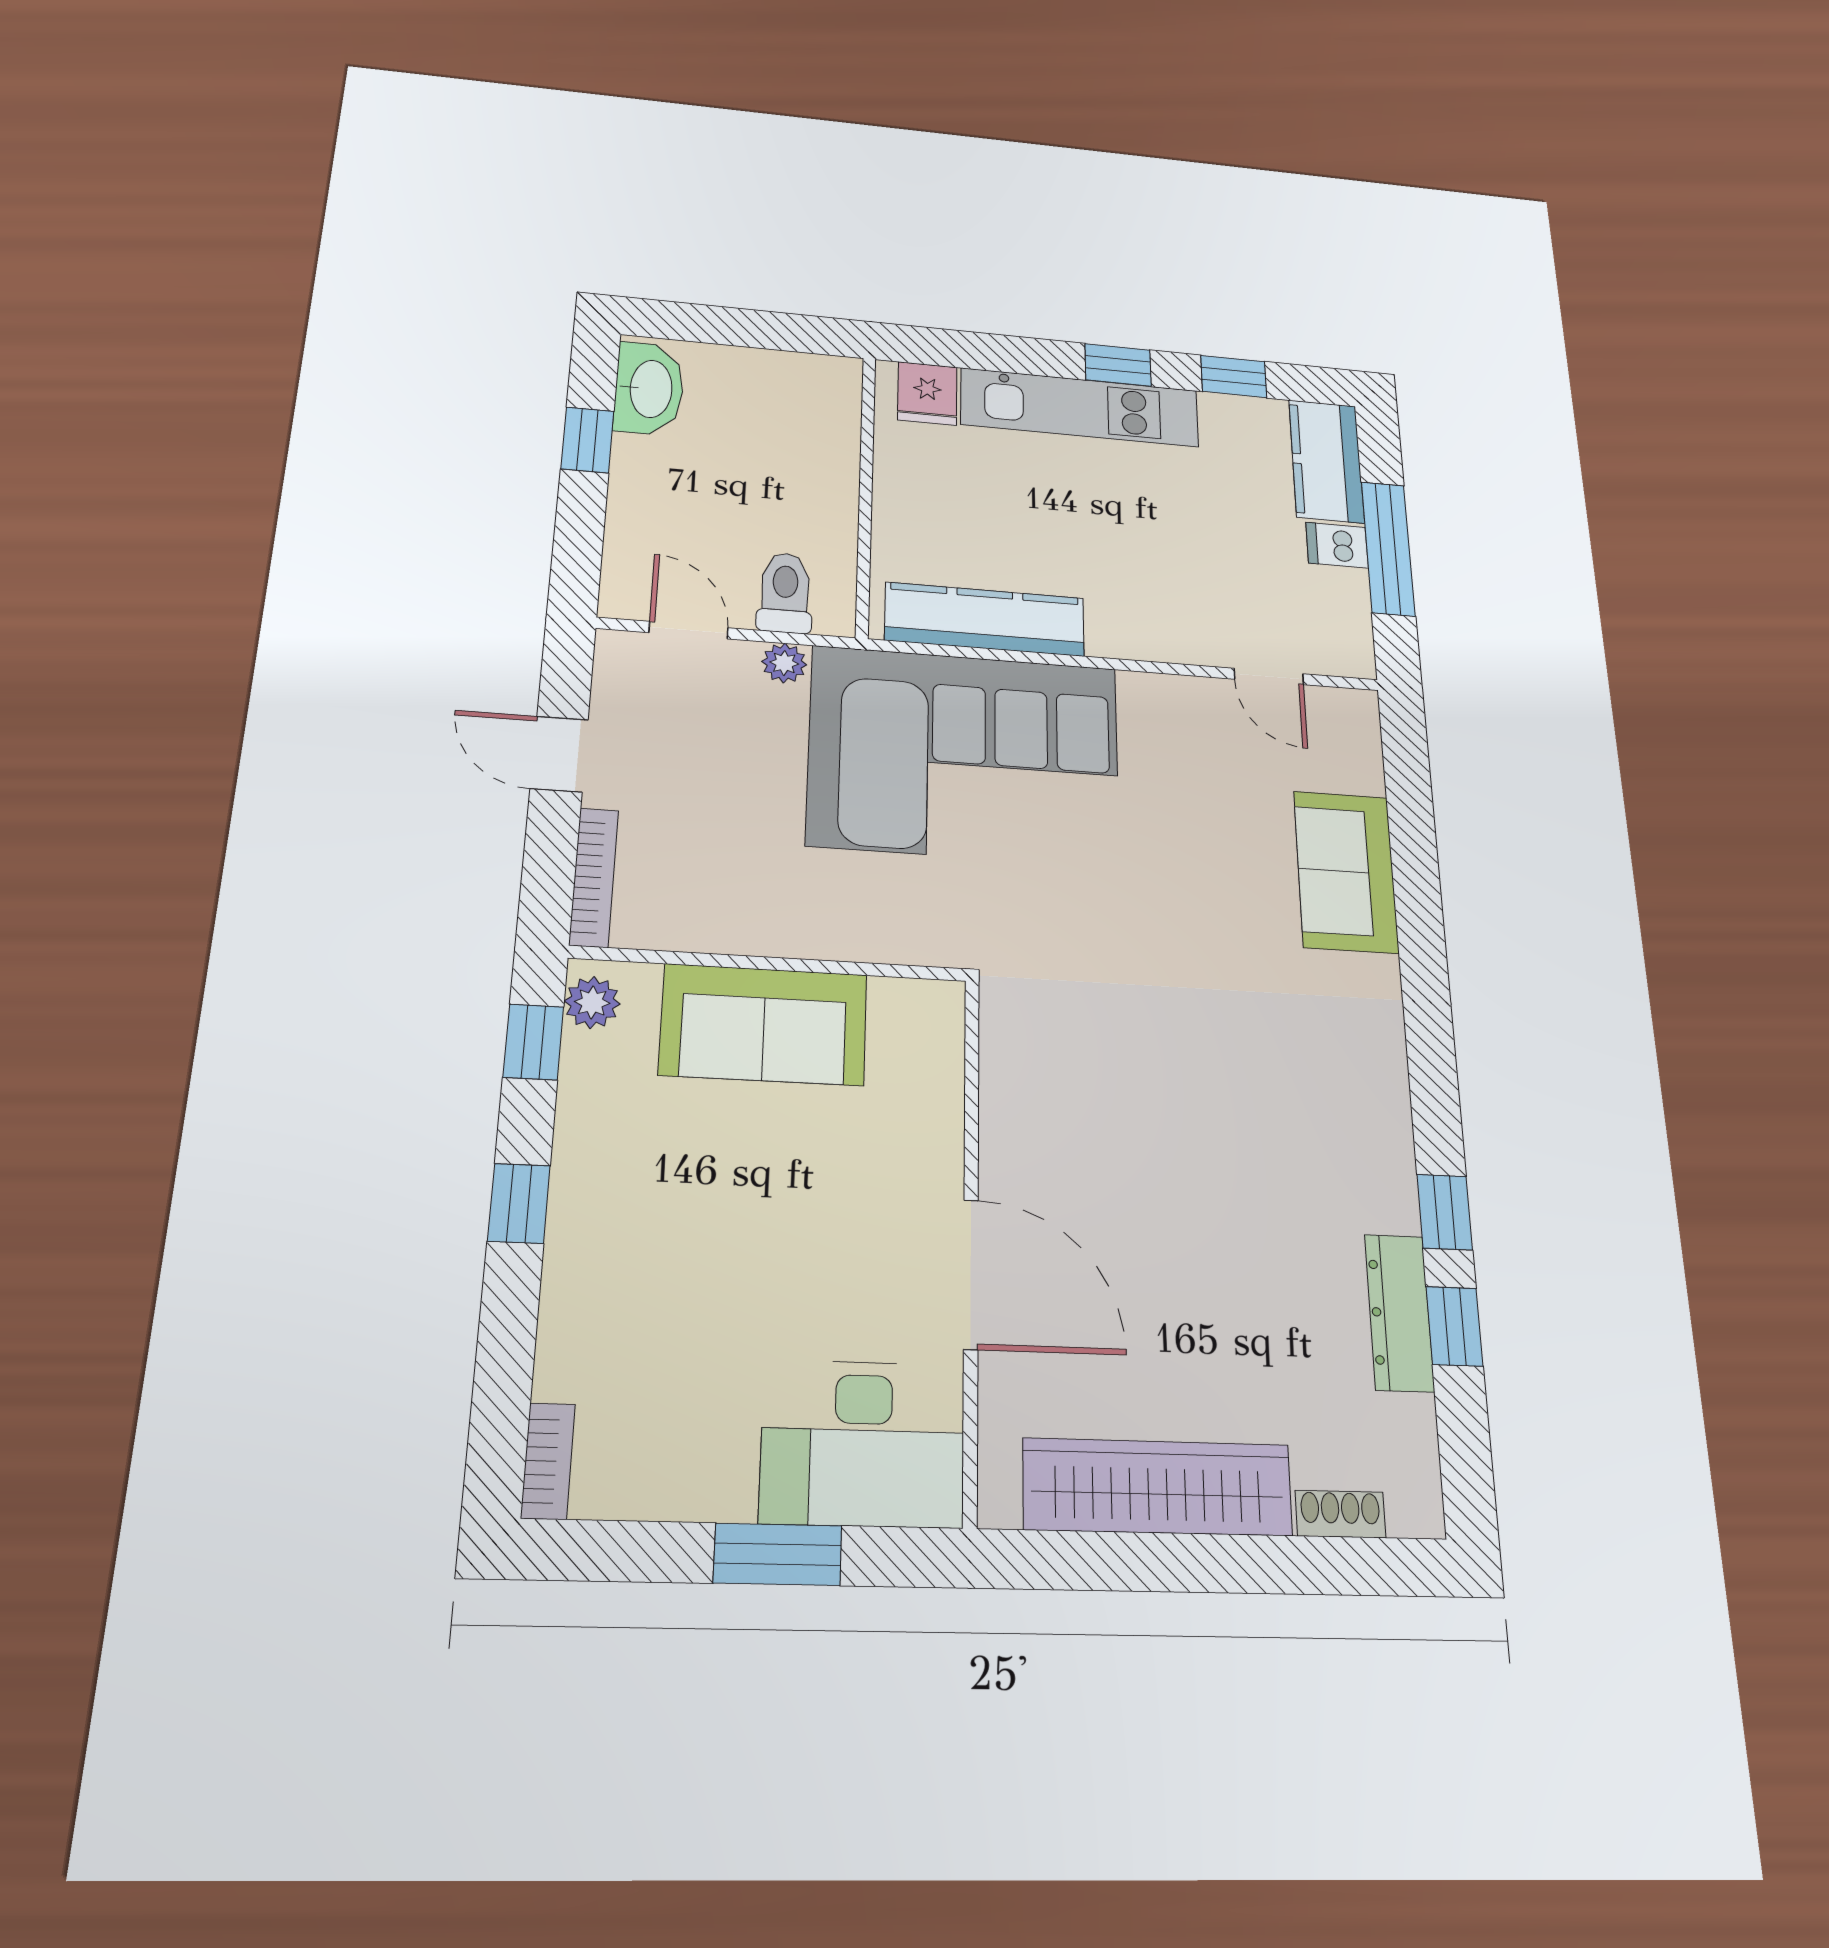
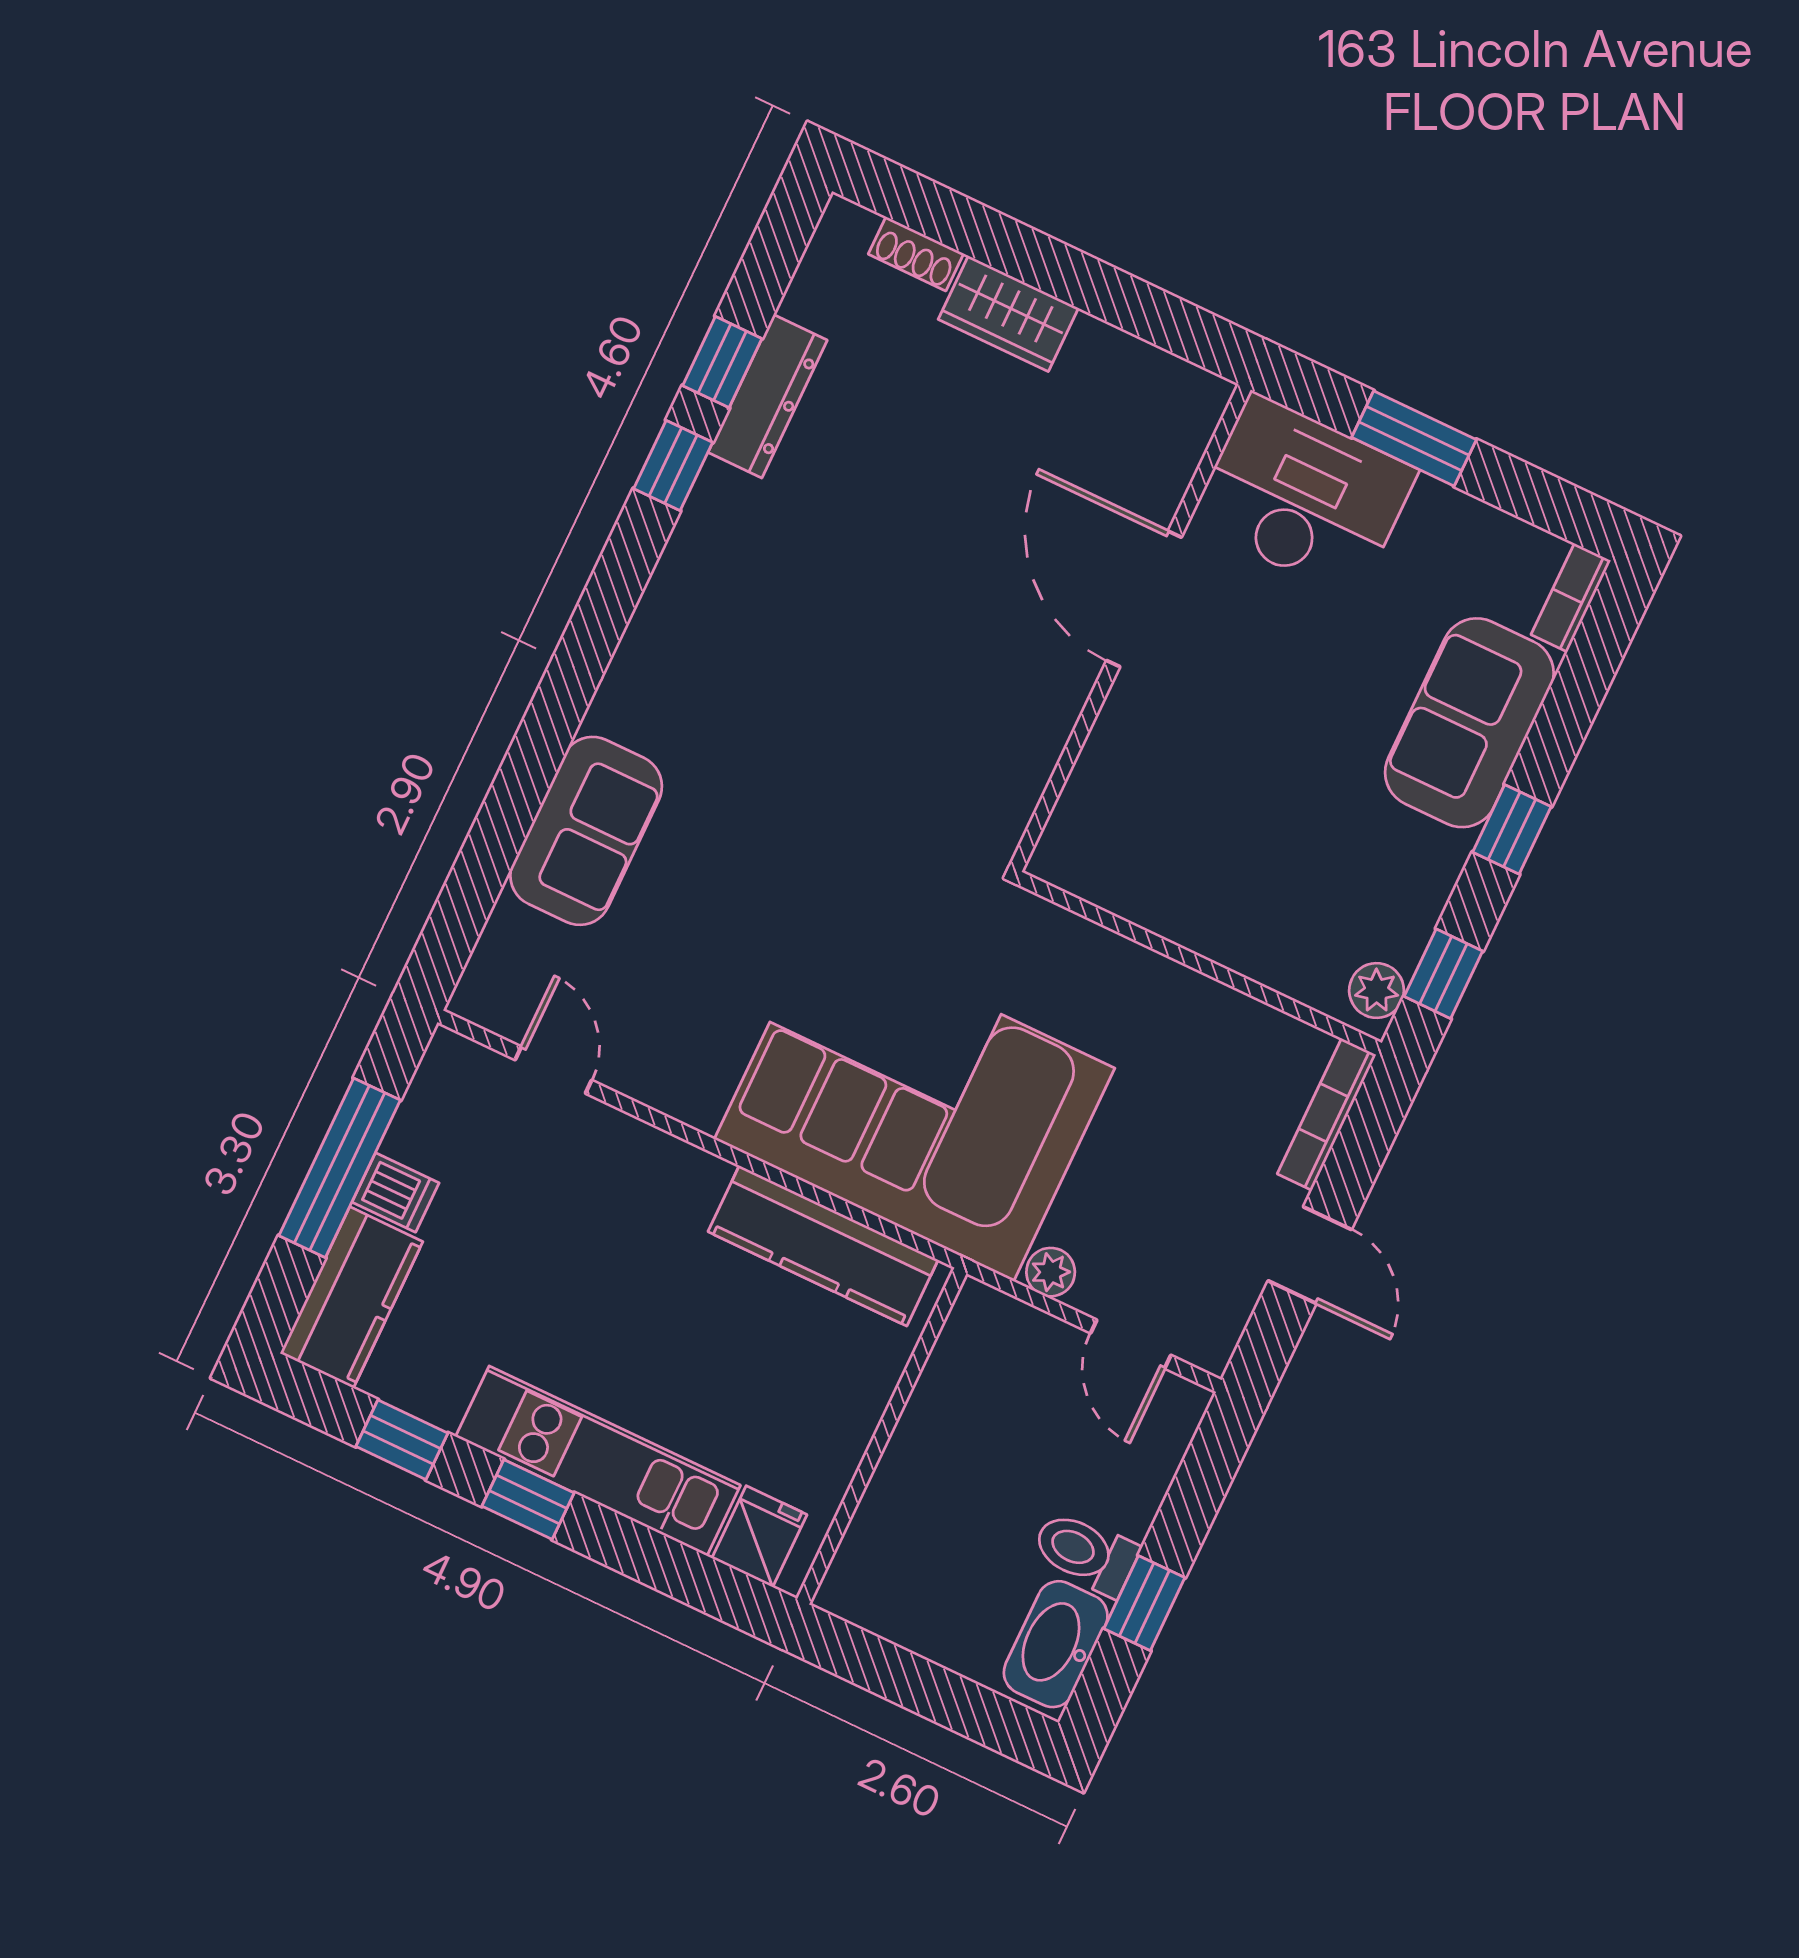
toilet: (785, 593) -> (1085, 1553), moved, turned 90
sofa: (764, 1024) -> (1469, 723), moved, turned -90
wardrobe: (1158, 1487) -> (1008, 314), width x0.48, depth x0.85

